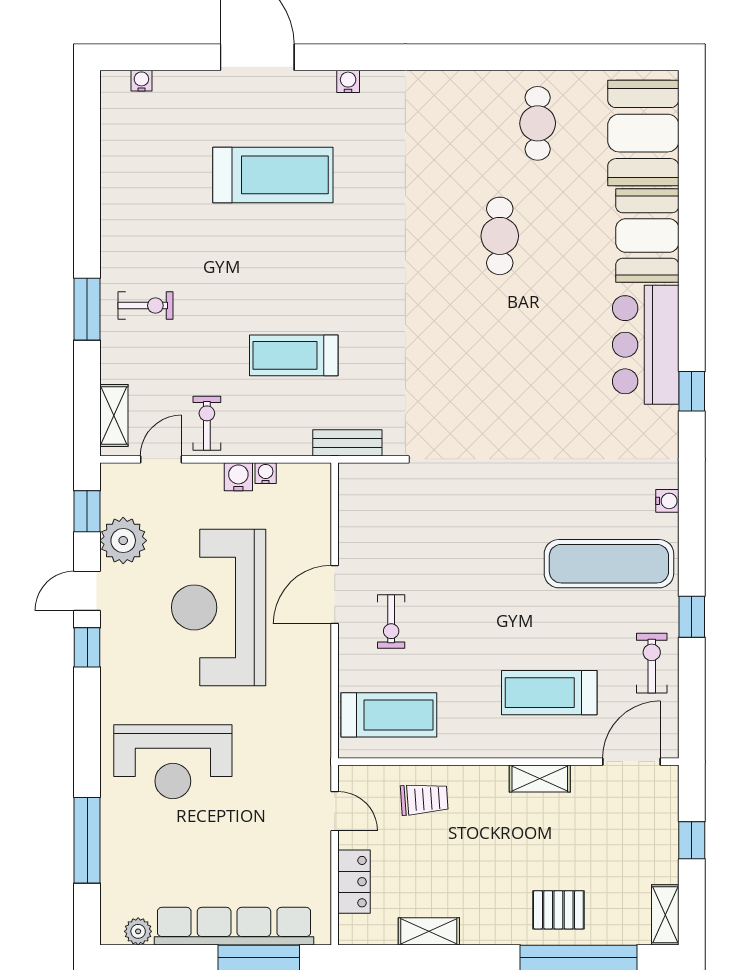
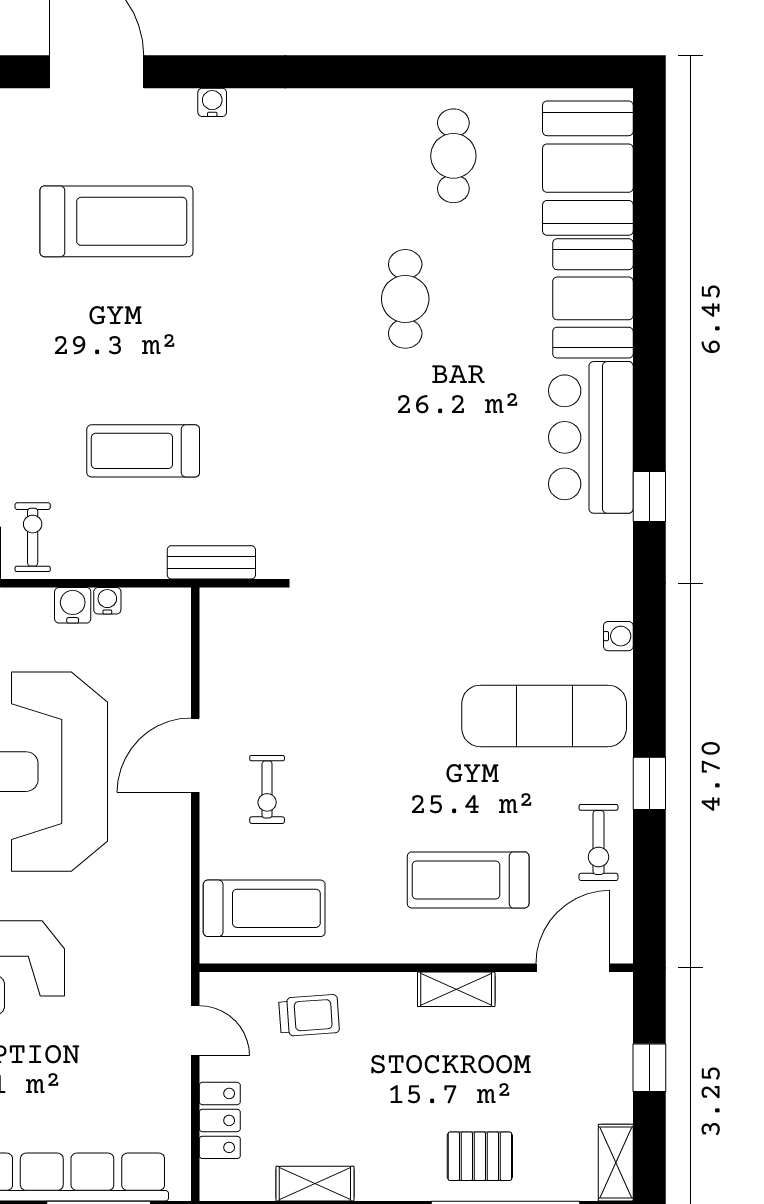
exercise bike: (652, 663) -> (599, 842), turned 180

